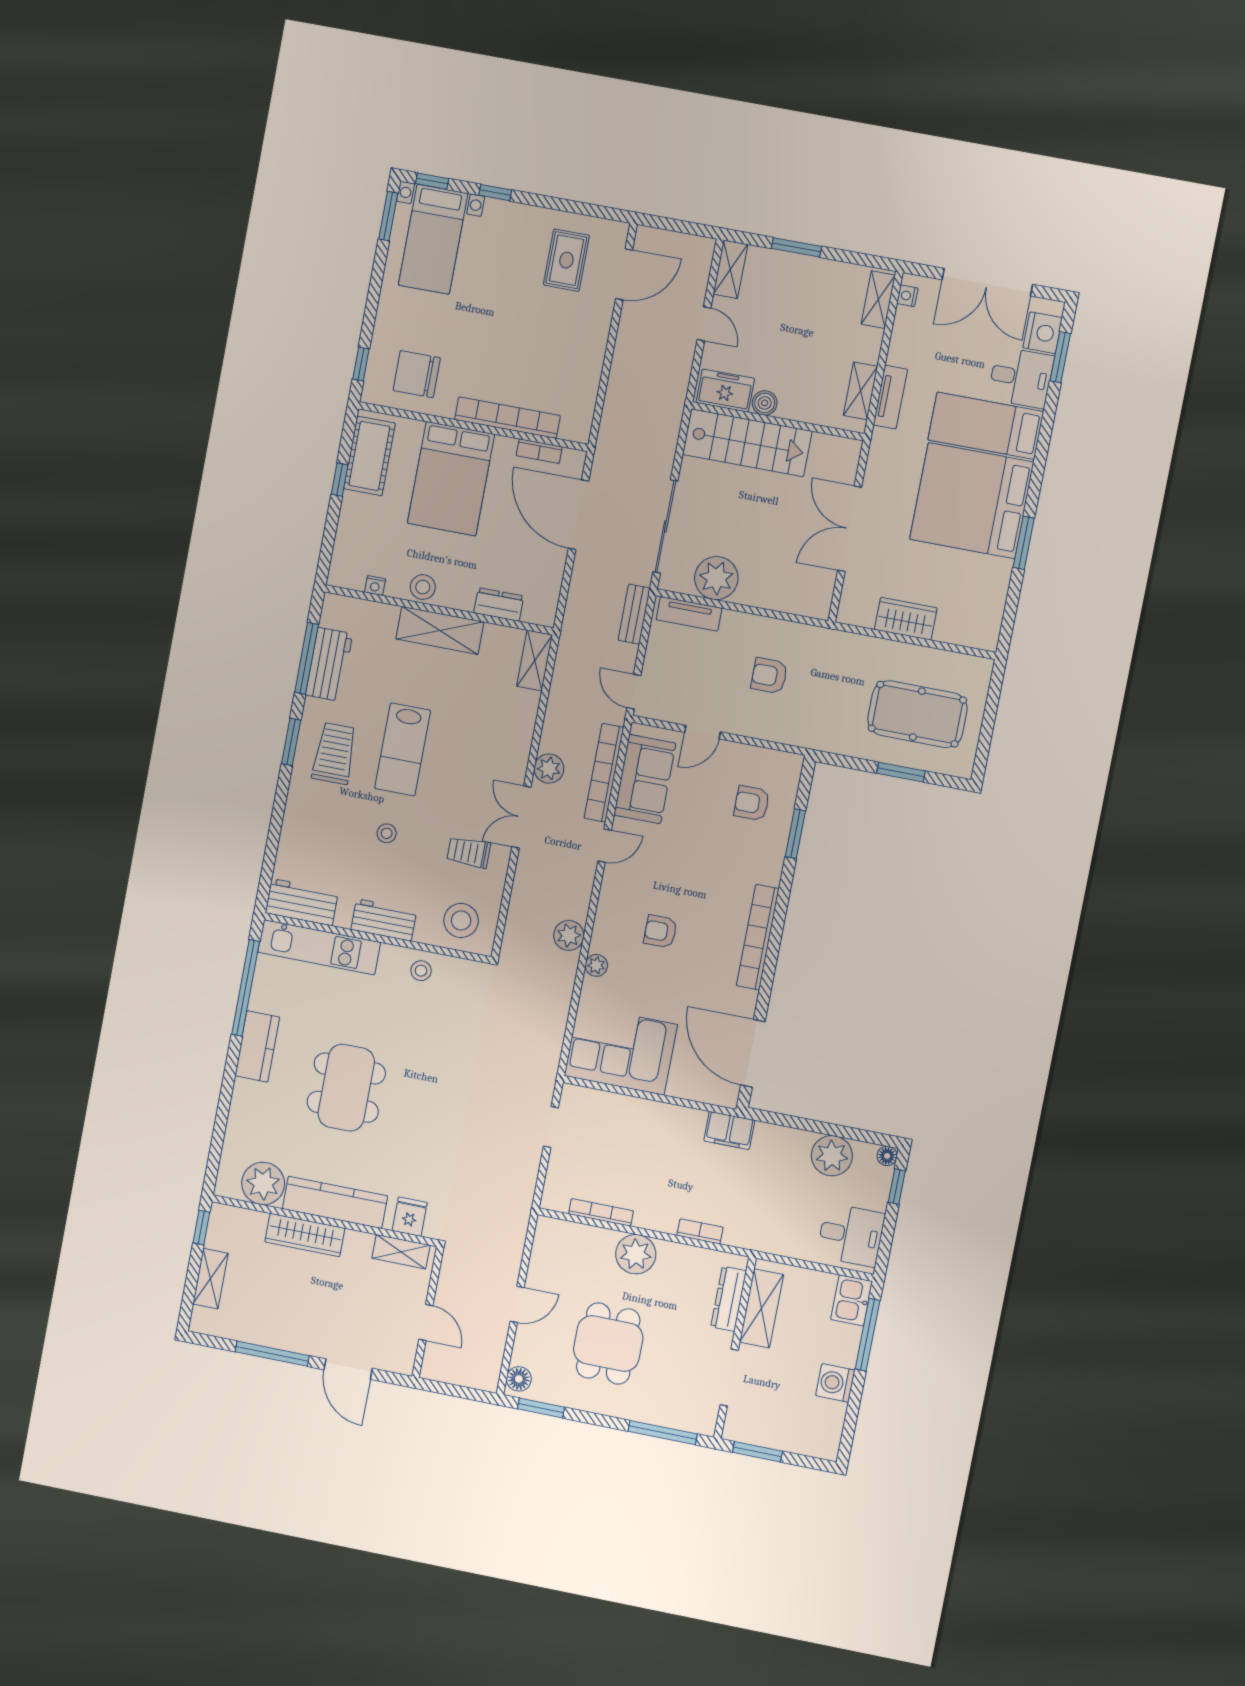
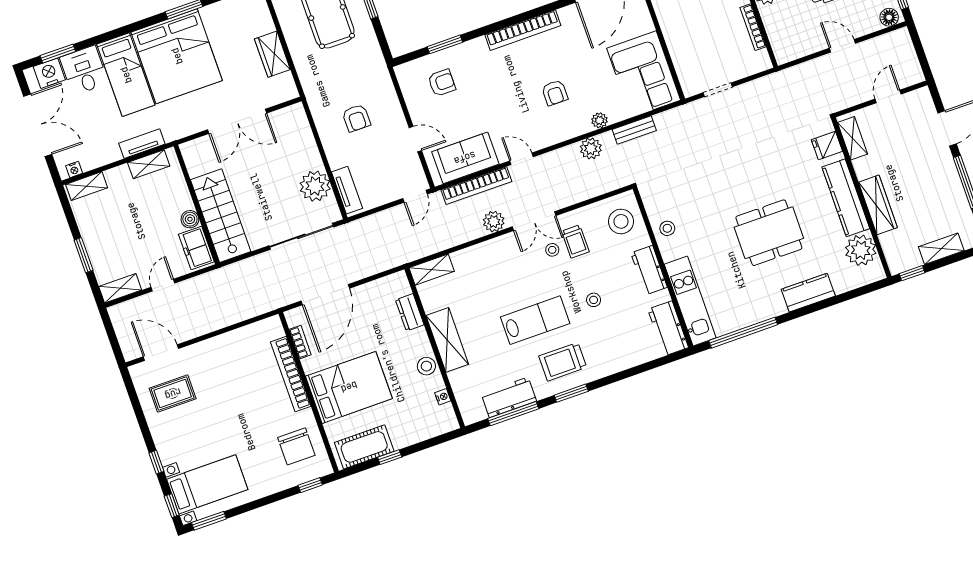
bench: (634, 614) -> (634, 130), moved
armchair: (752, 803) -> (442, 83), turned -90
stool: (475, 819) -> (552, 250), added
kitchen counter: (257, 1046) -> (808, 293), moved

